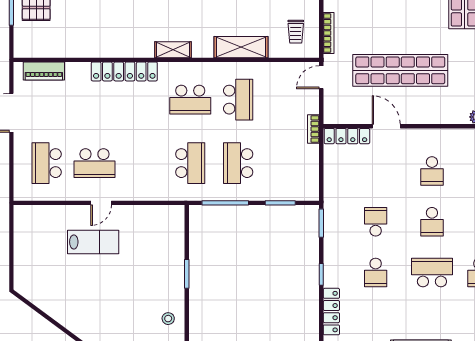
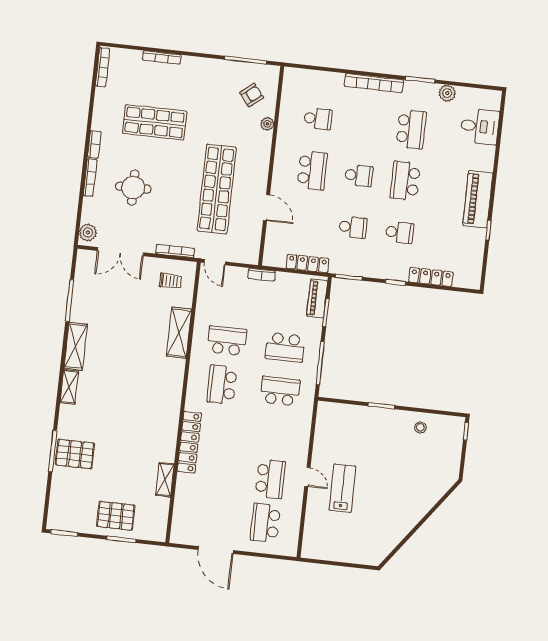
shelving: (173, 50) -> (165, 480), moved
piano: (44, 71) -> (317, 298), moved, turned 180
school desk: (190, 100) -> (222, 385), turned 180
door: (386, 126) -> (266, 208), swing flipped
locker: (347, 136) -> (308, 263), moved, turned -90
school desk: (47, 163) -> (265, 523), turned 90
school desk: (432, 171) -> (312, 170), width x1.85
school desk: (376, 222) -> (353, 227), turned 180

